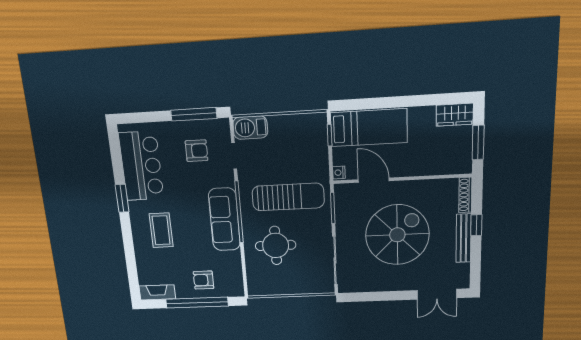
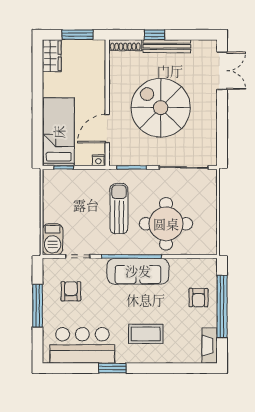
window: (194, 114) -> (38, 306), moved
sun lounger: (288, 197) -> (119, 209), width x0.73, depth x0.75
round table: (276, 245) -> (166, 224), width x1.36, depth x1.36

